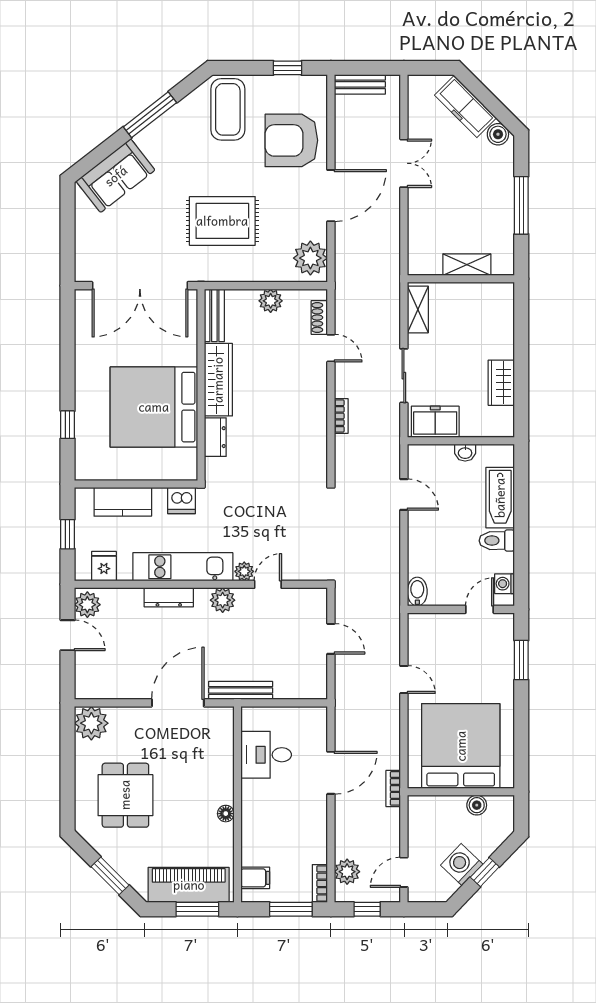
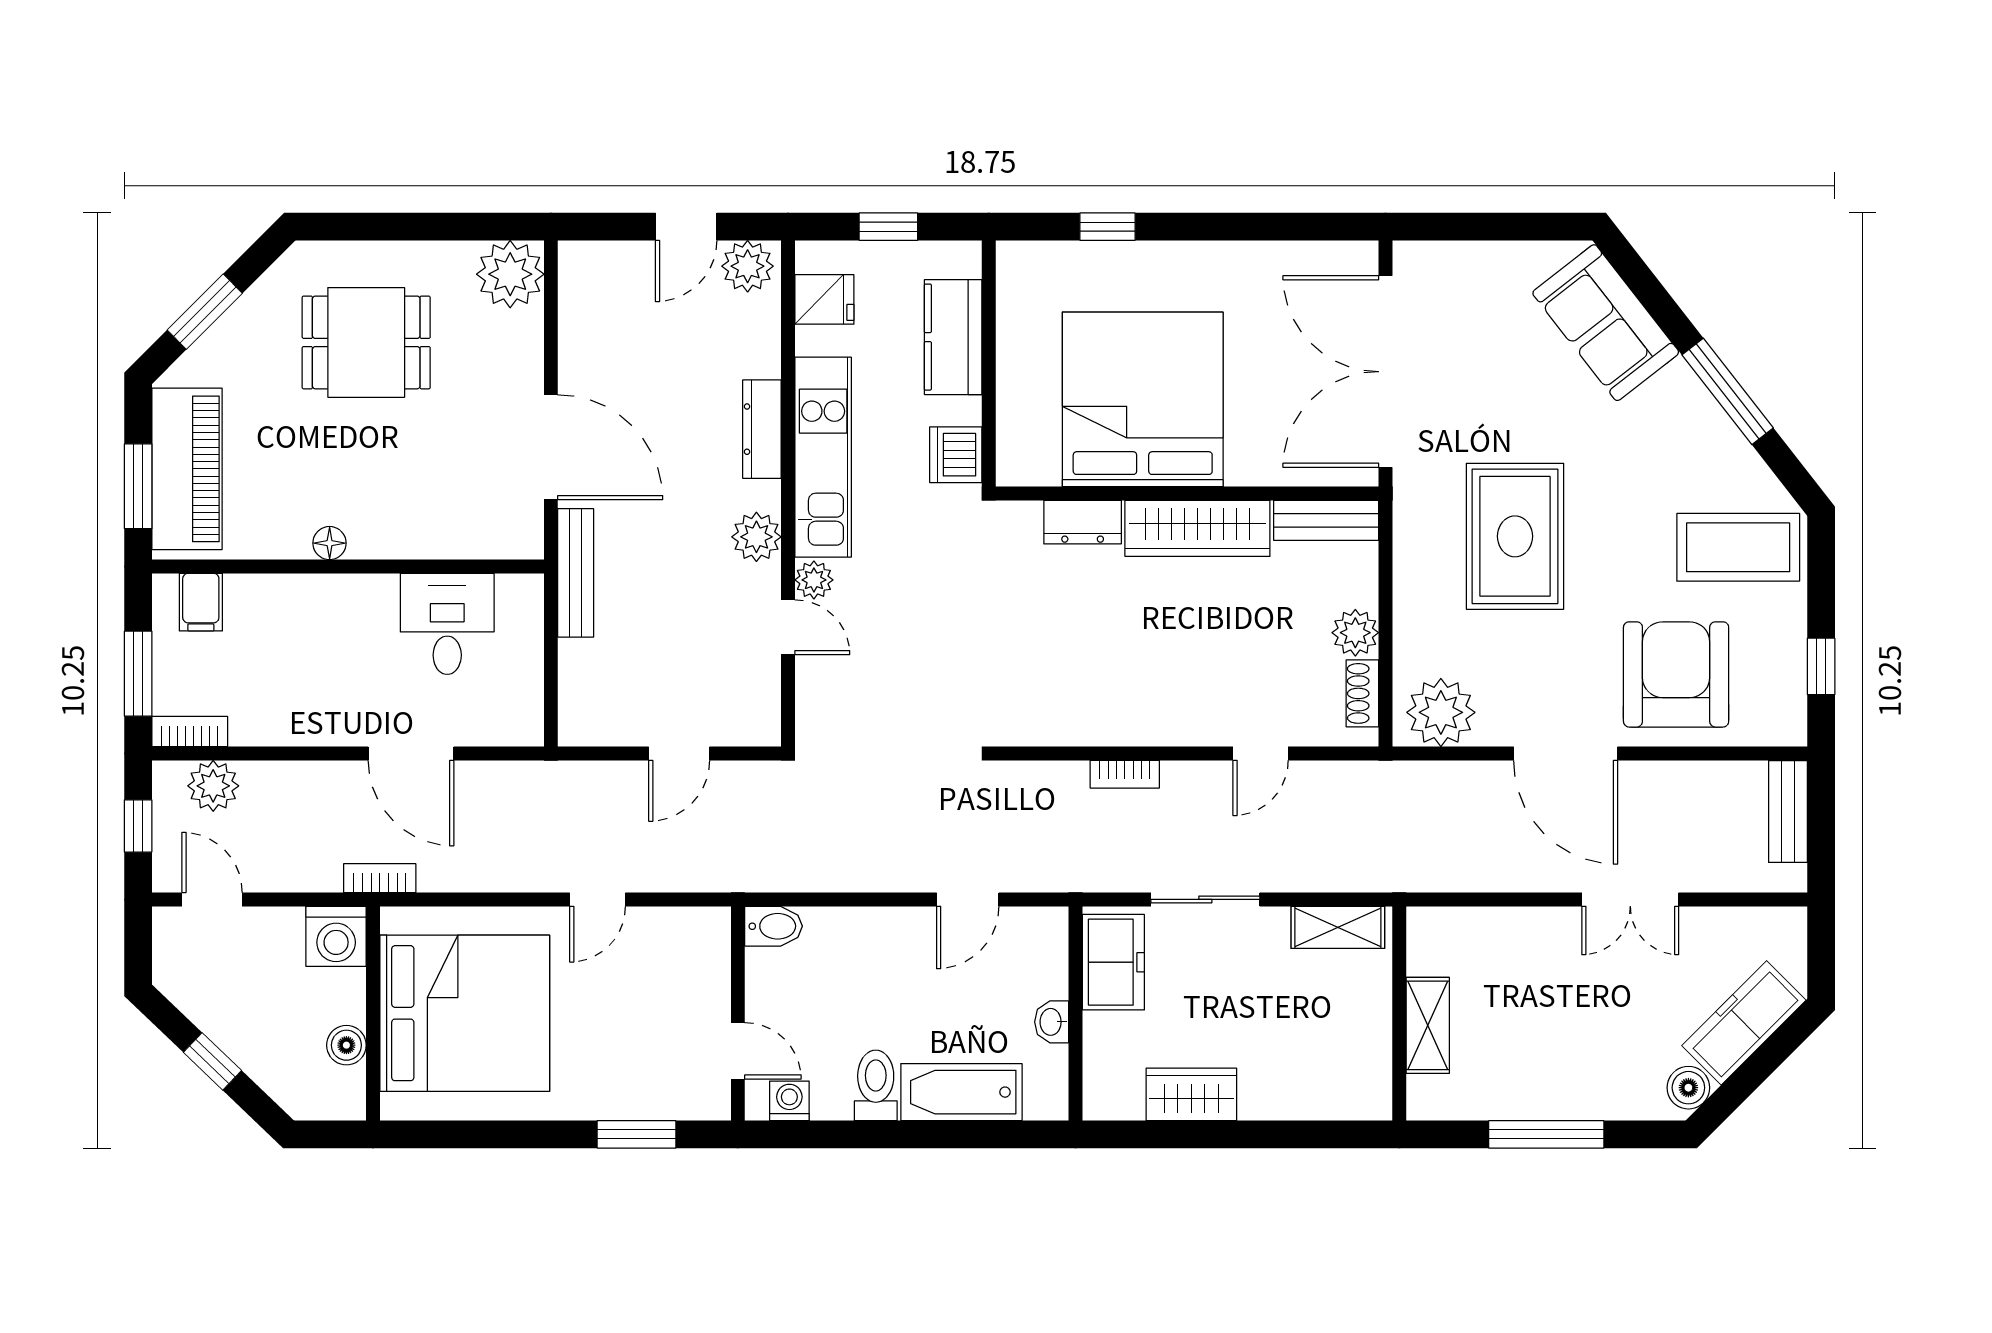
shoe rack: (319, 317) -> (1362, 693), moved, turned -90
washing machine: (462, 865) -> (336, 936), moved, turned 136

